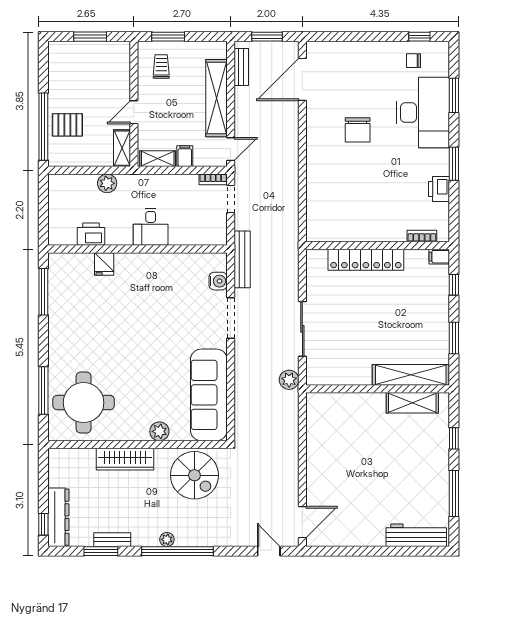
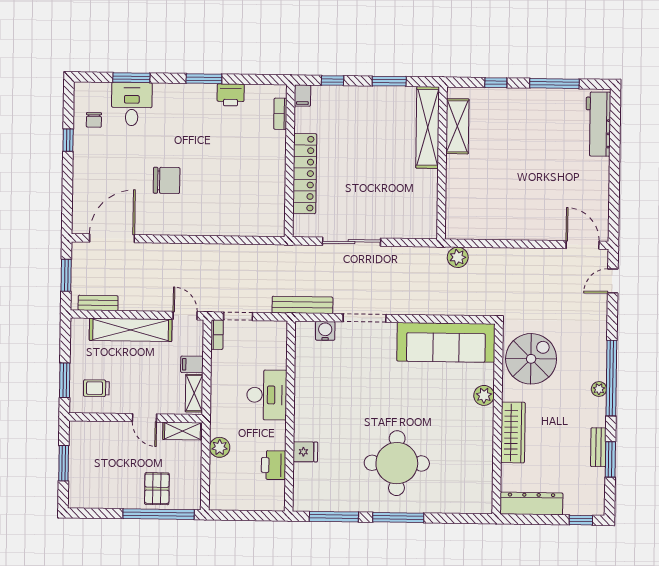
window: (419, 37) -> (68, 140), moved
door: (302, 79) -> (112, 238), swing flipped
desk: (423, 113) -> (132, 104), width x0.53, depth x0.77
desk: (151, 227) -> (267, 395), width x1.37
sliding door: (302, 329) -> (352, 242), moved
plant: (289, 380) -> (458, 257), moved
window: (43, 390) -> (398, 518), moved
round table: (84, 403) -> (397, 463), moved
dresser: (58, 517) -> (531, 504), moved

